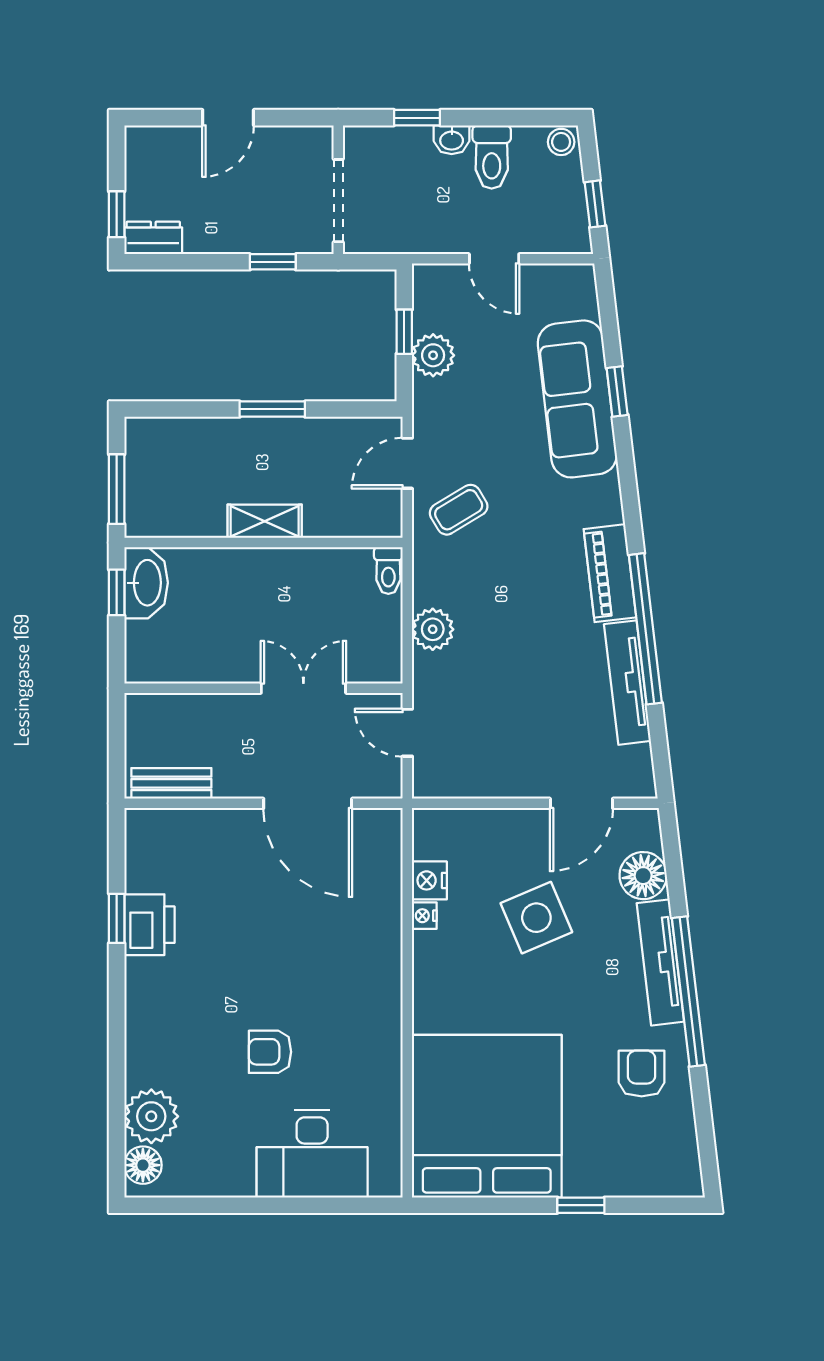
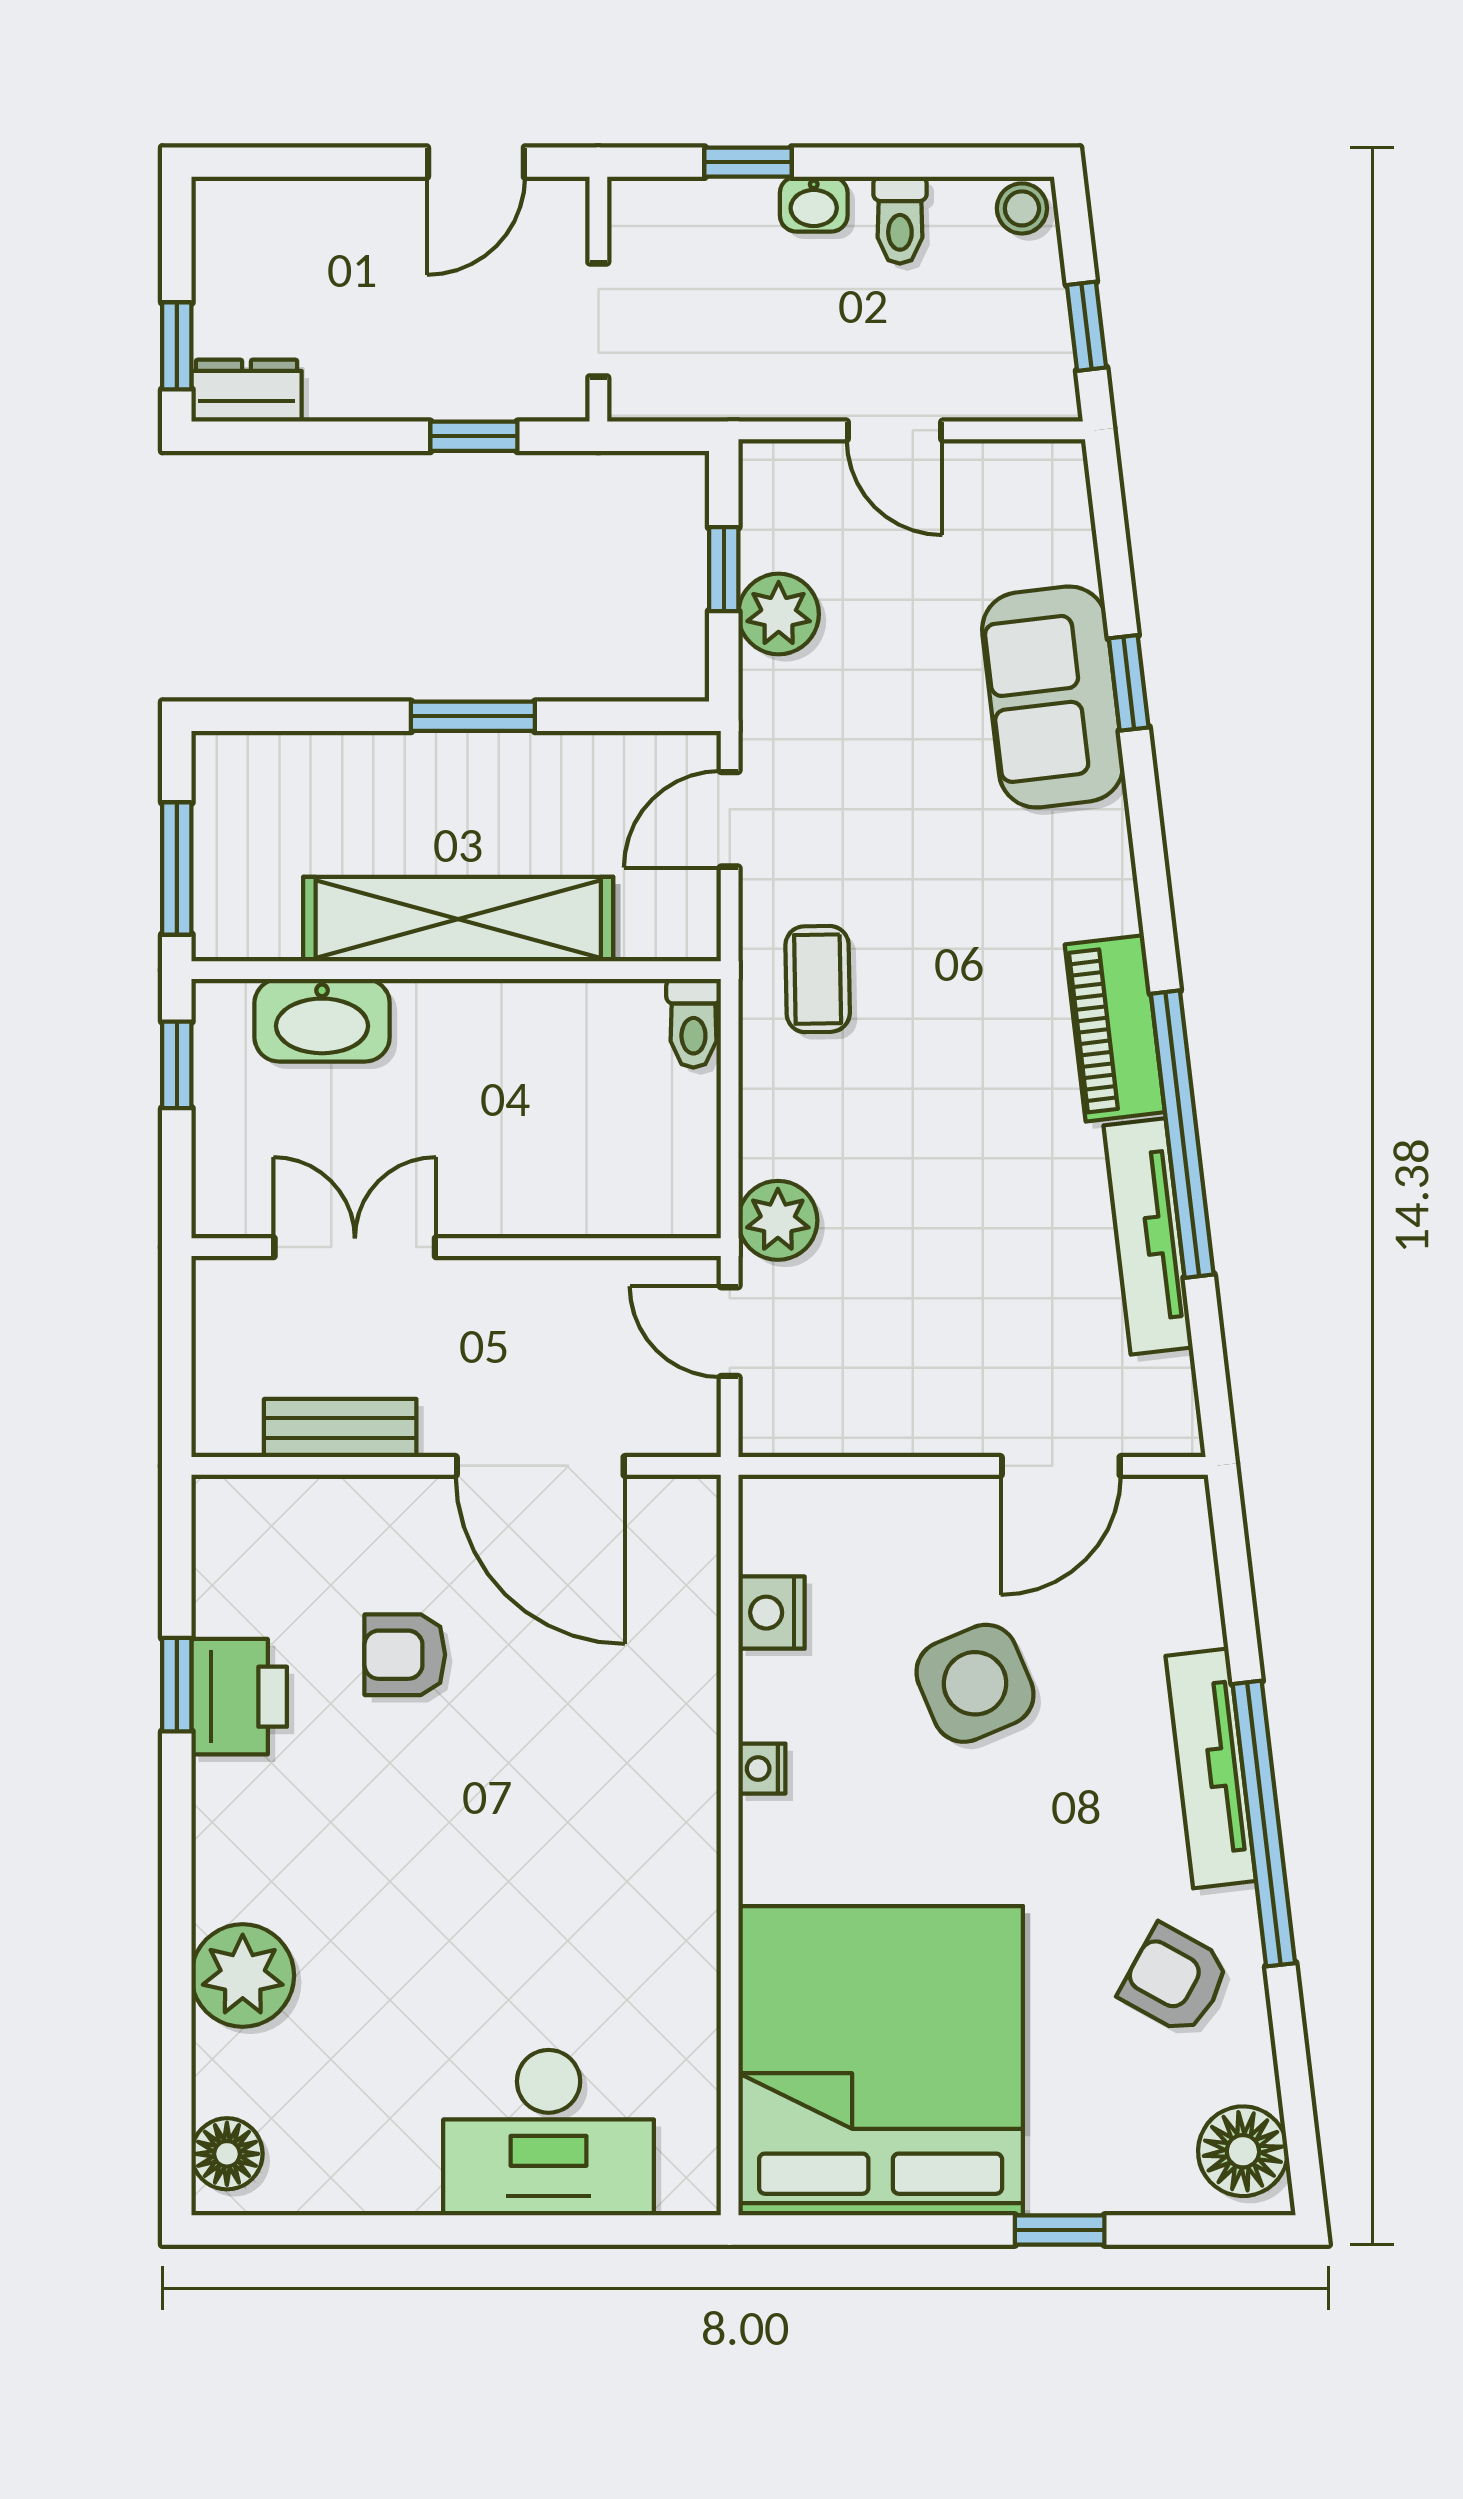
door: (228, 118) -> (476, 162), moved
toilet: (492, 157) -> (900, 220), width x0.73, depth x0.72
doorway: (338, 201) -> (598, 320), width x0.73
sofa: (577, 399) -> (1053, 697), width x0.73
coffee table: (459, 510) -> (818, 979), moved, turned -60
shelving: (265, 521) -> (458, 919), width x2.20, depth x1.33
washbasin: (146, 583) -> (322, 1020), moved, turned 90
plant: (433, 629) -> (778, 1220), moved
double door: (303, 688) -> (355, 1247), moved
bench: (171, 783) -> (340, 1428), moved
floor lamp: (643, 876) -> (1243, 2151), moved
nightstand: (424, 916) -> (762, 1769), moved
armchair: (270, 1052) -> (405, 1655), moved
armchair: (642, 1074) -> (1175, 1980), turned -61
plant: (151, 1116) -> (243, 1976), moved

